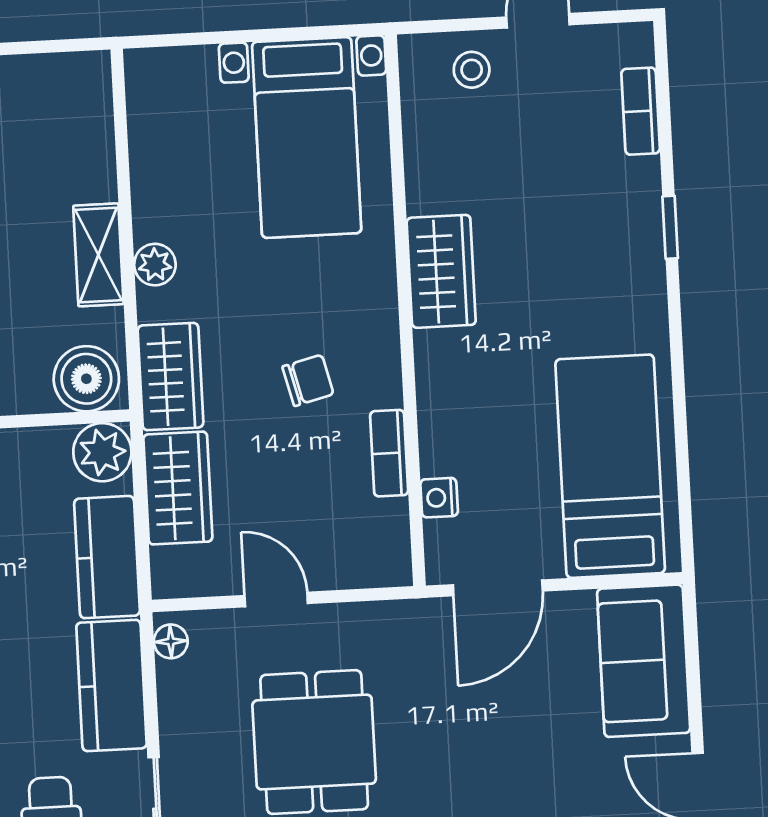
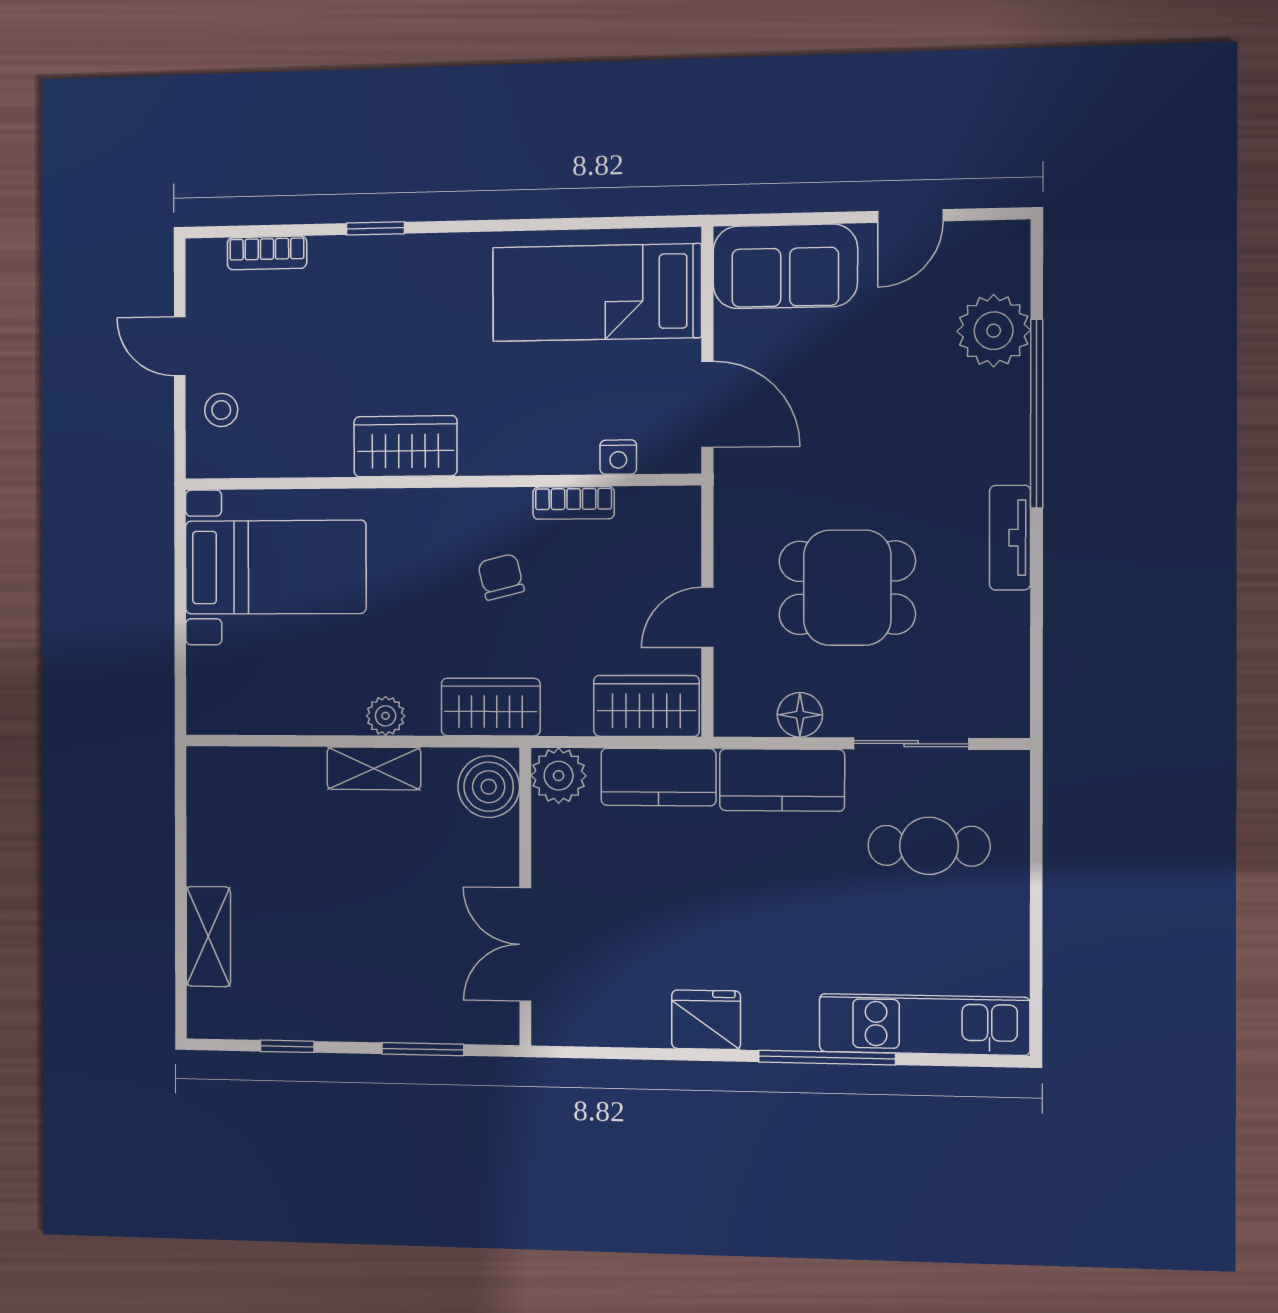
wardrobe: (178, 488) -> (646, 706), moved
floor lamp: (171, 641) -> (800, 715), moved, width x1.37, depth x1.37

